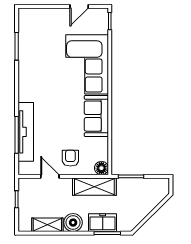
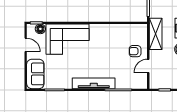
sofa: (96, 116) -> (35, 74), moved, turned -90
tv unit: (26, 132) -> (94, 83), moved
floor lamp: (101, 168) -> (40, 29), moved

